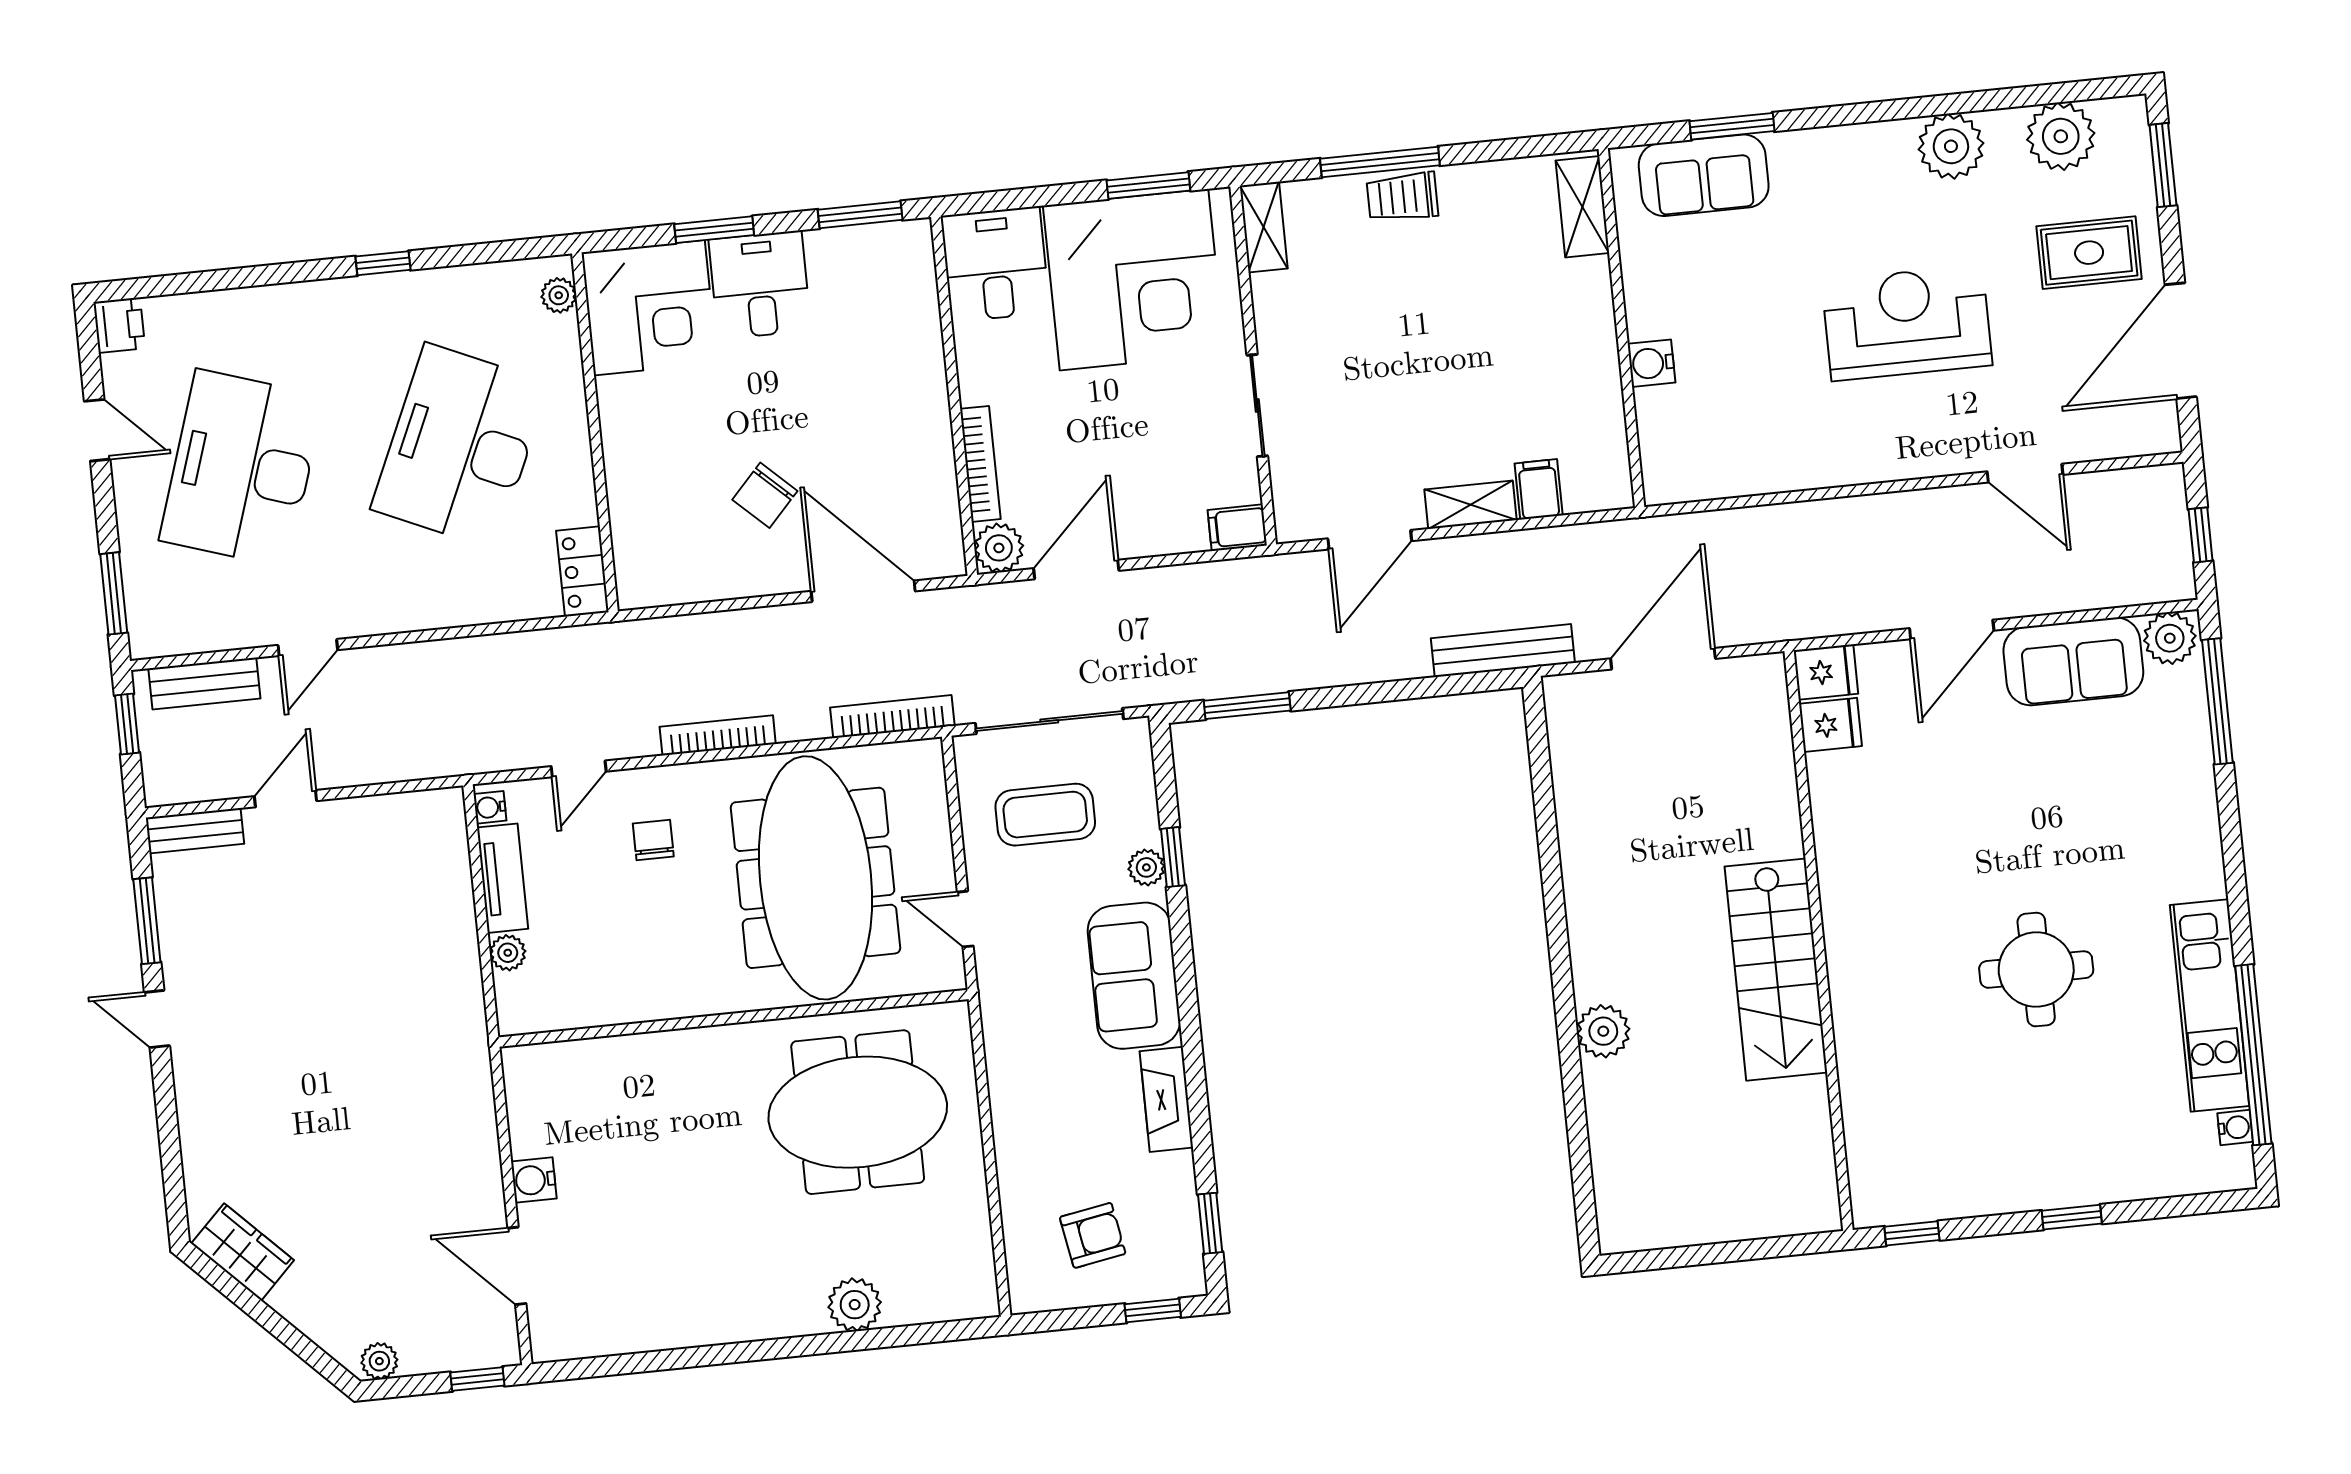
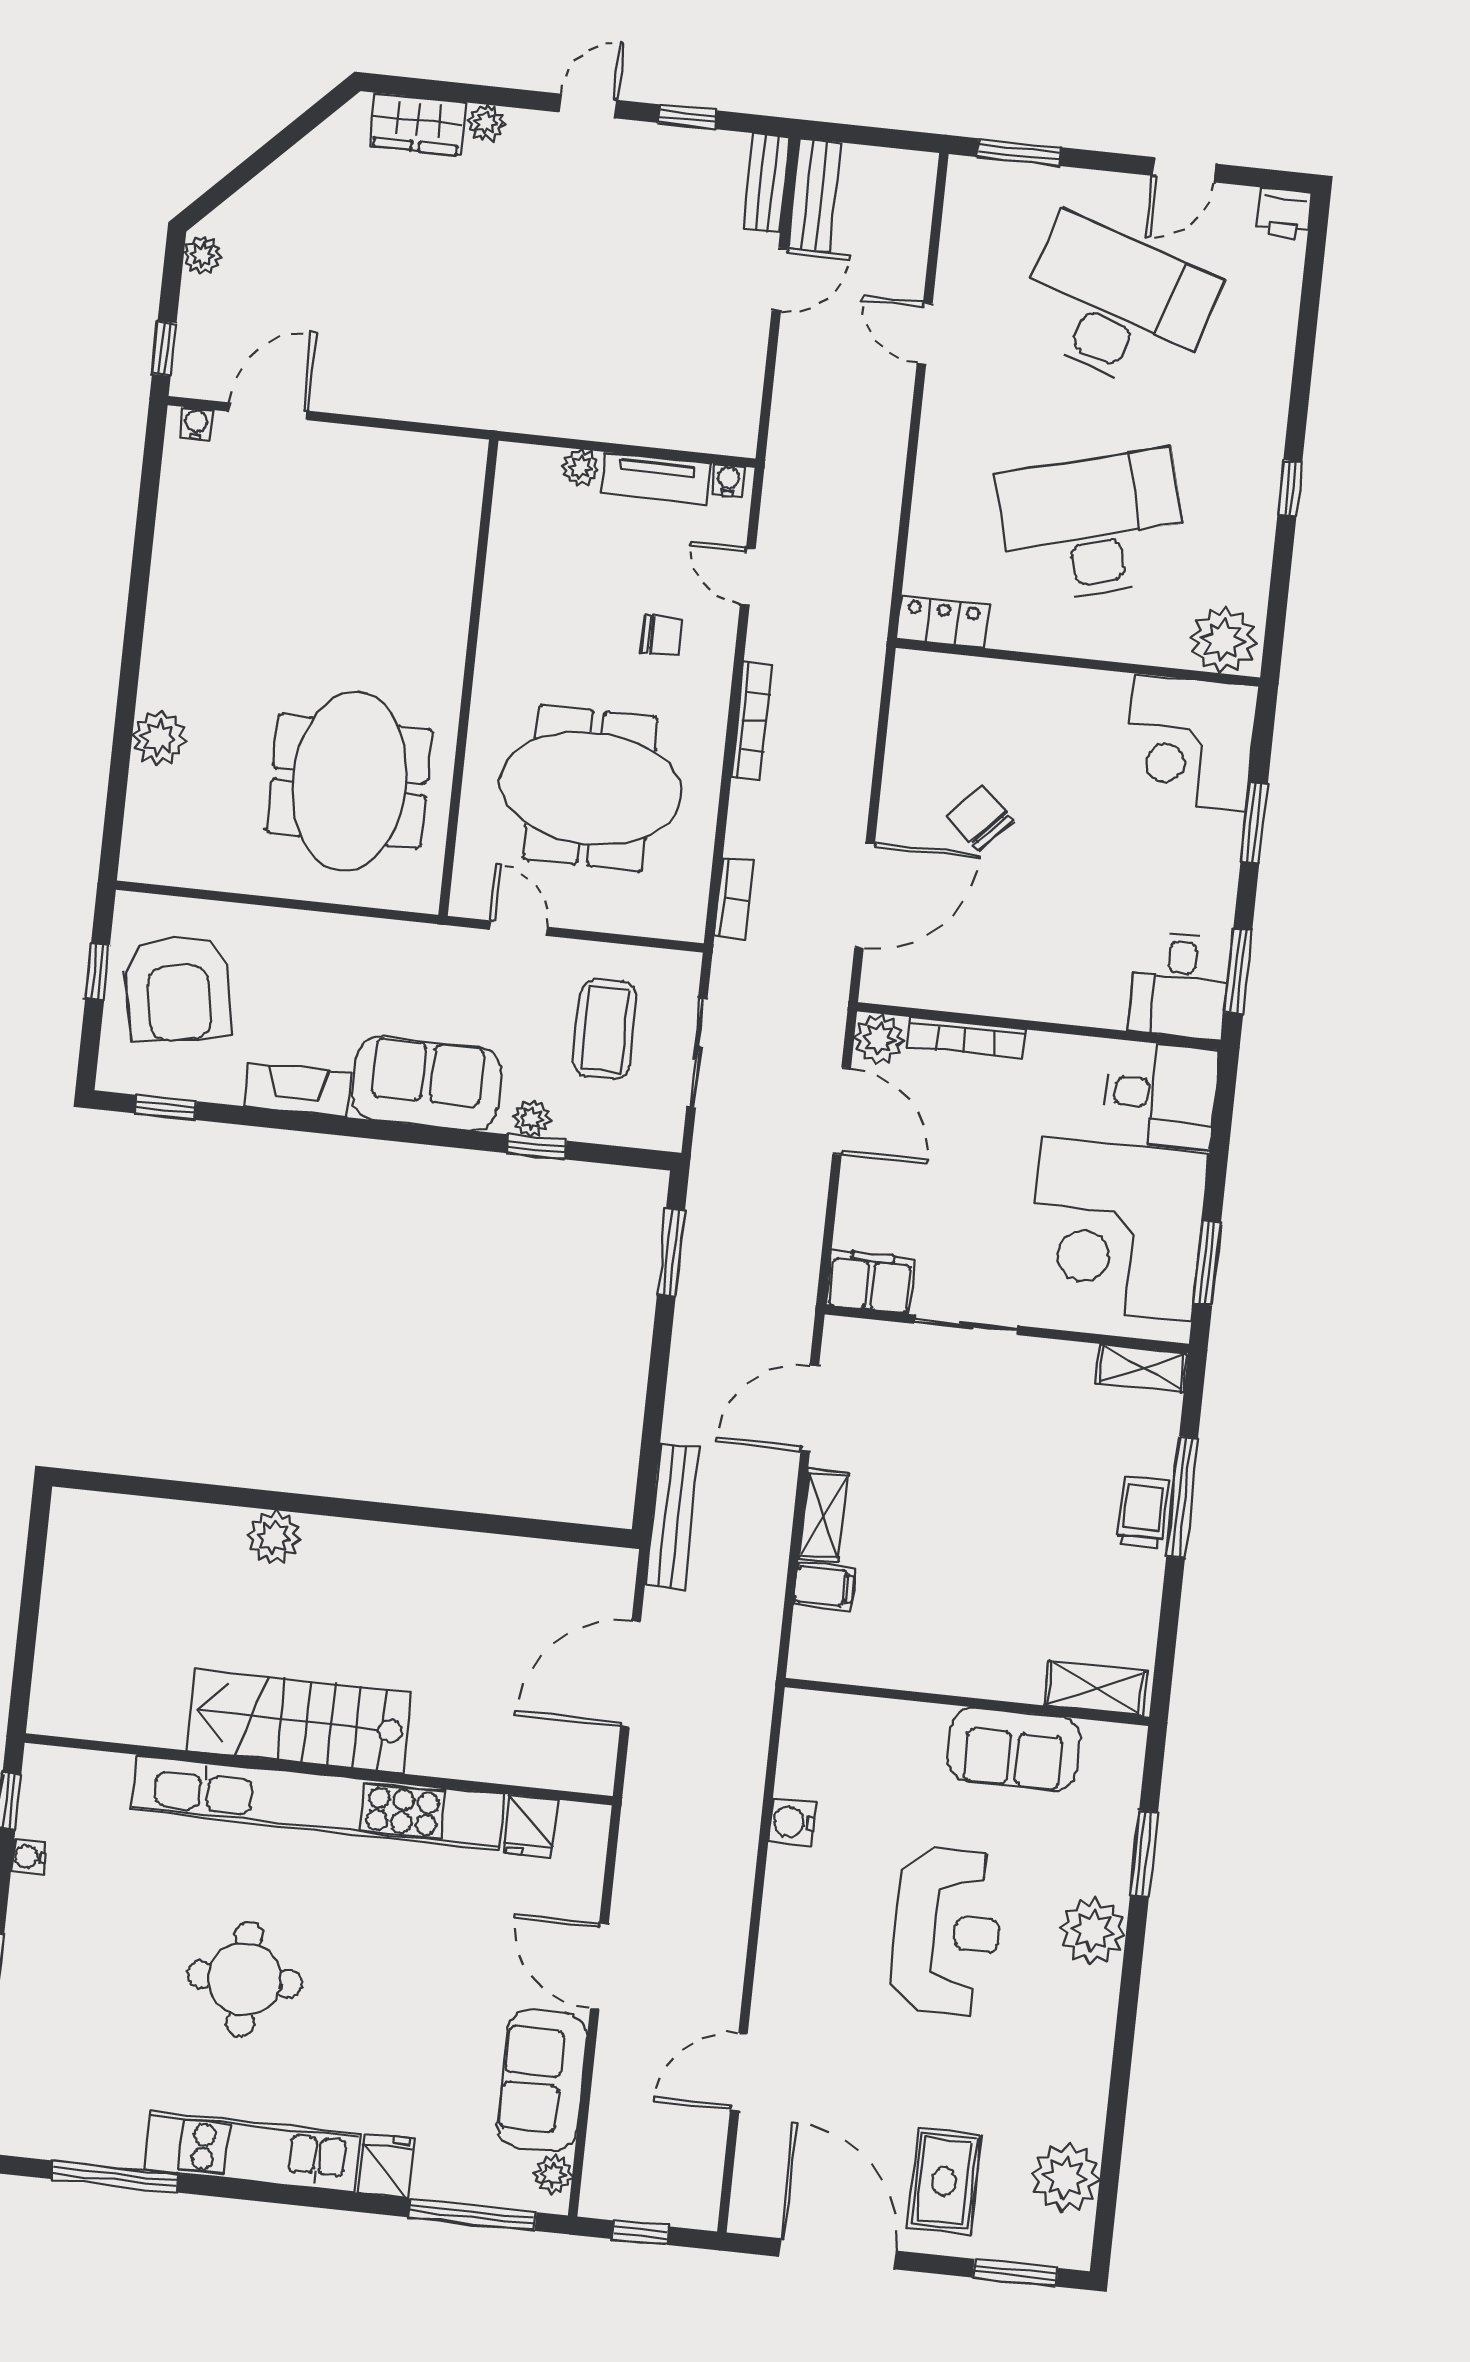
plant: (1951, 146) -> (1093, 1931), moved
sofa: (1704, 175) -> (1014, 1749), moved, turned -90
desk: (760, 285) -> (1180, 985), moved, turned 90
plant: (559, 295) -> (1223, 640), width x1.88, depth x1.88
reception desk: (1907, 323) -> (947, 1932), moved
water cooler: (1652, 363) -> (792, 1822), moved, turned -90
desk: (460, 446) -> (1093, 526), turned -39
filing cabinet: (1237, 528) -> (870, 1282), width x2.00
door: (1370, 540) -> (810, 1408), hinge flipped
plant: (2170, 638) -> (553, 2174), width x0.73, depth x0.73
door: (1663, 659) -> (631, 1674), swing flipped
fridge: (1826, 672) -> (386, 2166), moved, turned 180
bench: (204, 684) -> (814, 195), moved
bookcase: (892, 717) -> (734, 898), width x0.64
sliding door: (1049, 721) -> (697, 1053), width x0.73
window: (127, 724) -> (887, 138), removed
door: (286, 799) -> (780, 280), hinge flipped
meeting table: (815, 878) -> (590, 788), width x0.73
door: (965, 919) -> (518, 928), hinge flipped
window: (147, 921) -> (687, 117), width x0.67
kitchen unit: (1850, 935) -> (318, 1802), added
kitchen unit: (2210, 1005) -> (252, 2152), moved
window: (2253, 1055) -> (115, 2176), width x0.68
plant: (194, 1114) -> (486, 123), added
water cooler: (2235, 1128) -> (29, 1857), moved, turned 90
water cooler: (534, 1180) -> (196, 424), moved, width x0.72, depth x0.72
armchair: (1093, 1235) -> (178, 988), width x1.88, depth x1.88
wardrobe: (243, 1252) -> (418, 124), moved, turned 45
window: (1153, 1310) -> (98, 971), moved

